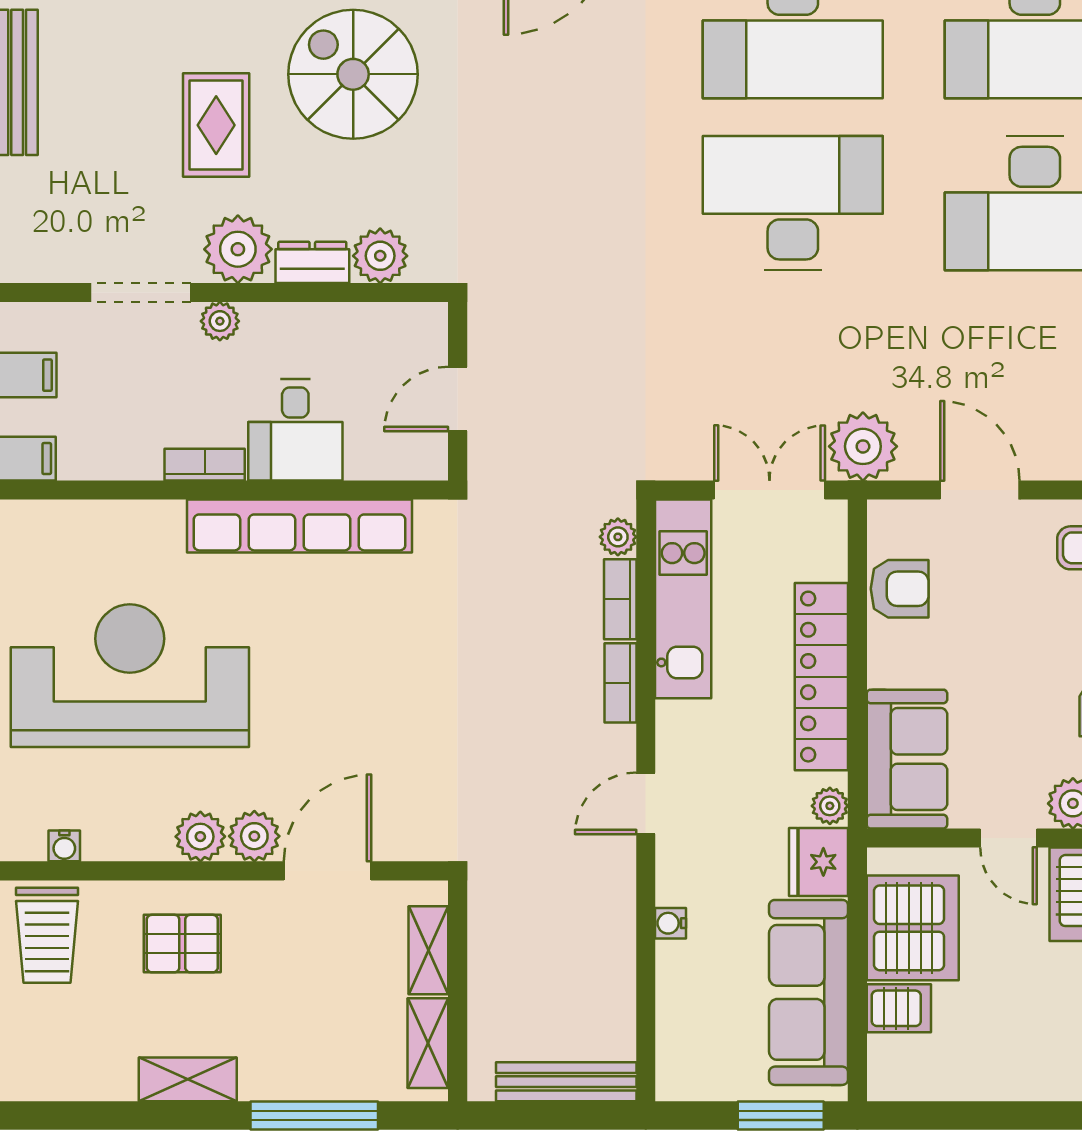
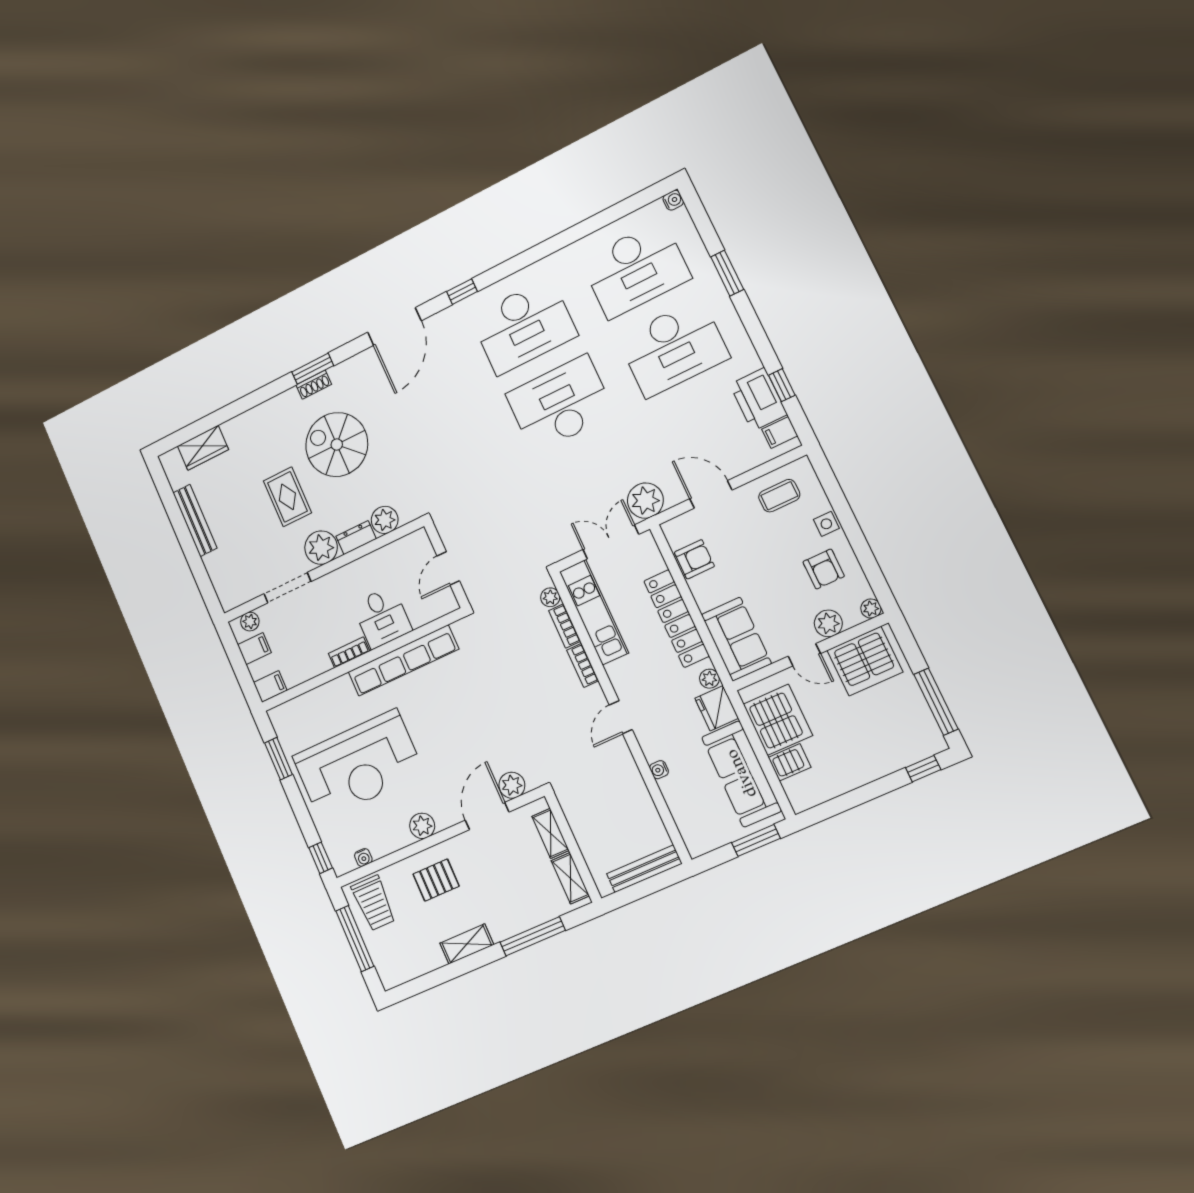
plant: (220, 321) -> (250, 622), moved
reception desk: (130, 676) -> (358, 765), turned 180
plant: (254, 836) -> (512, 785), moved

